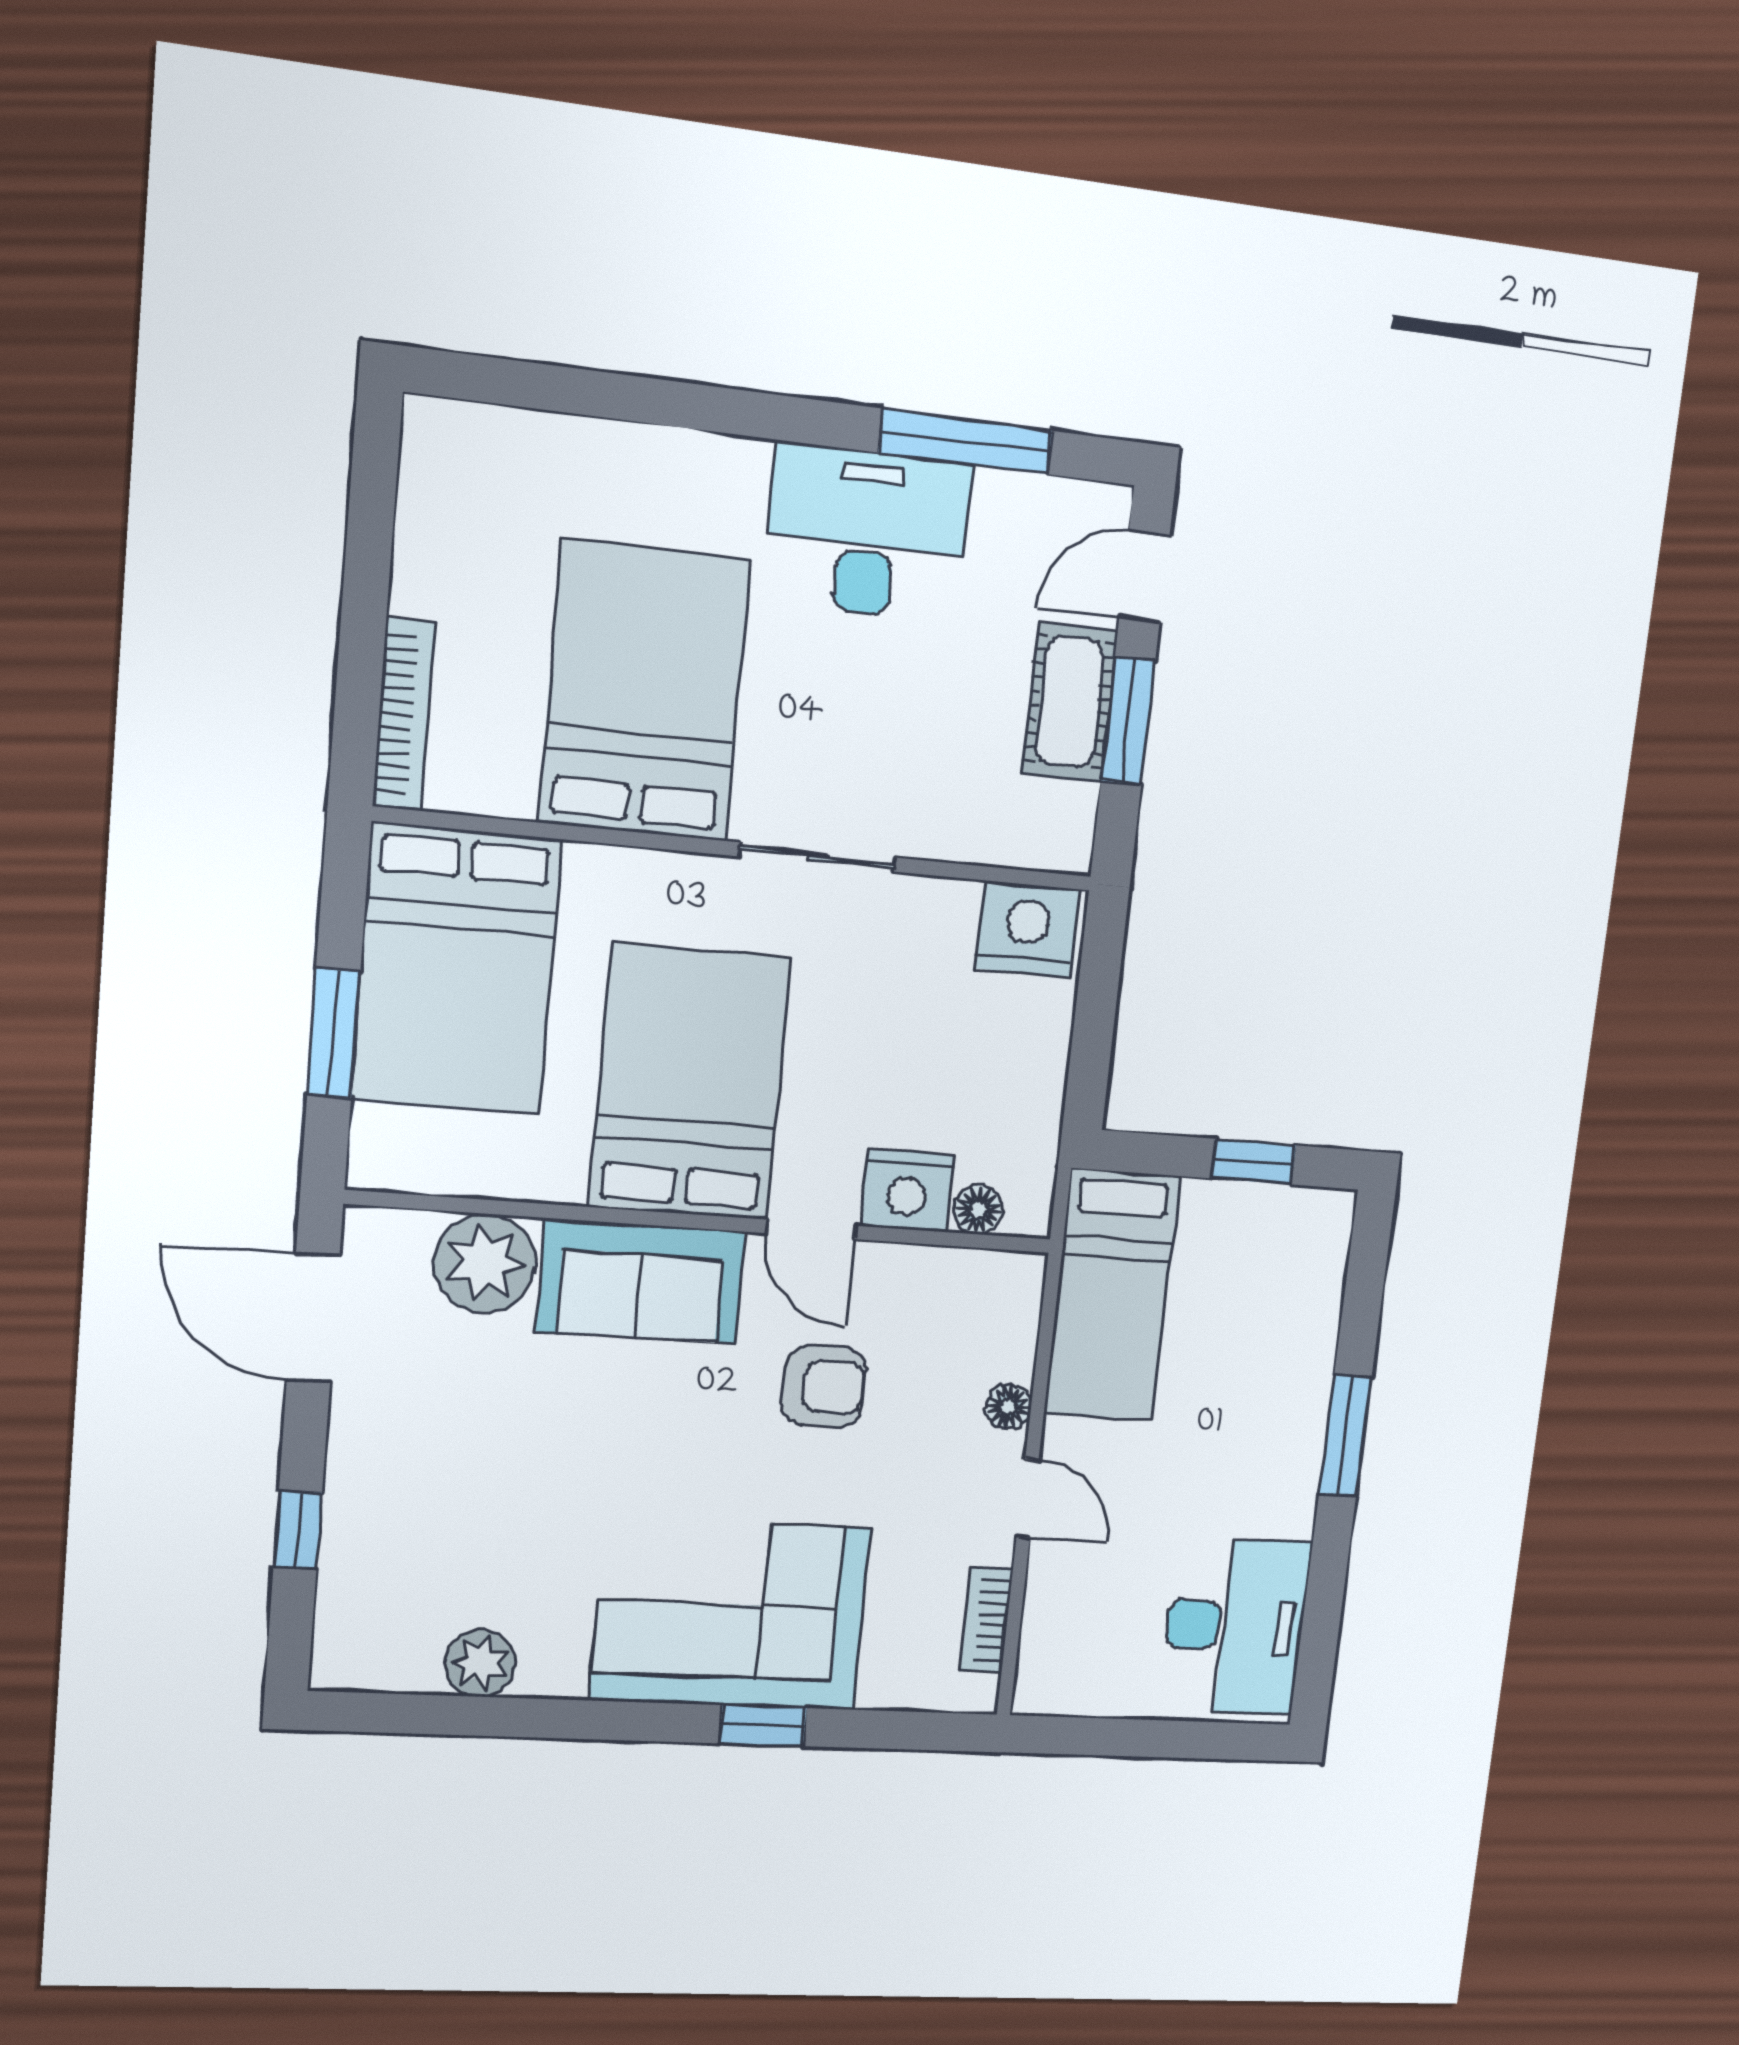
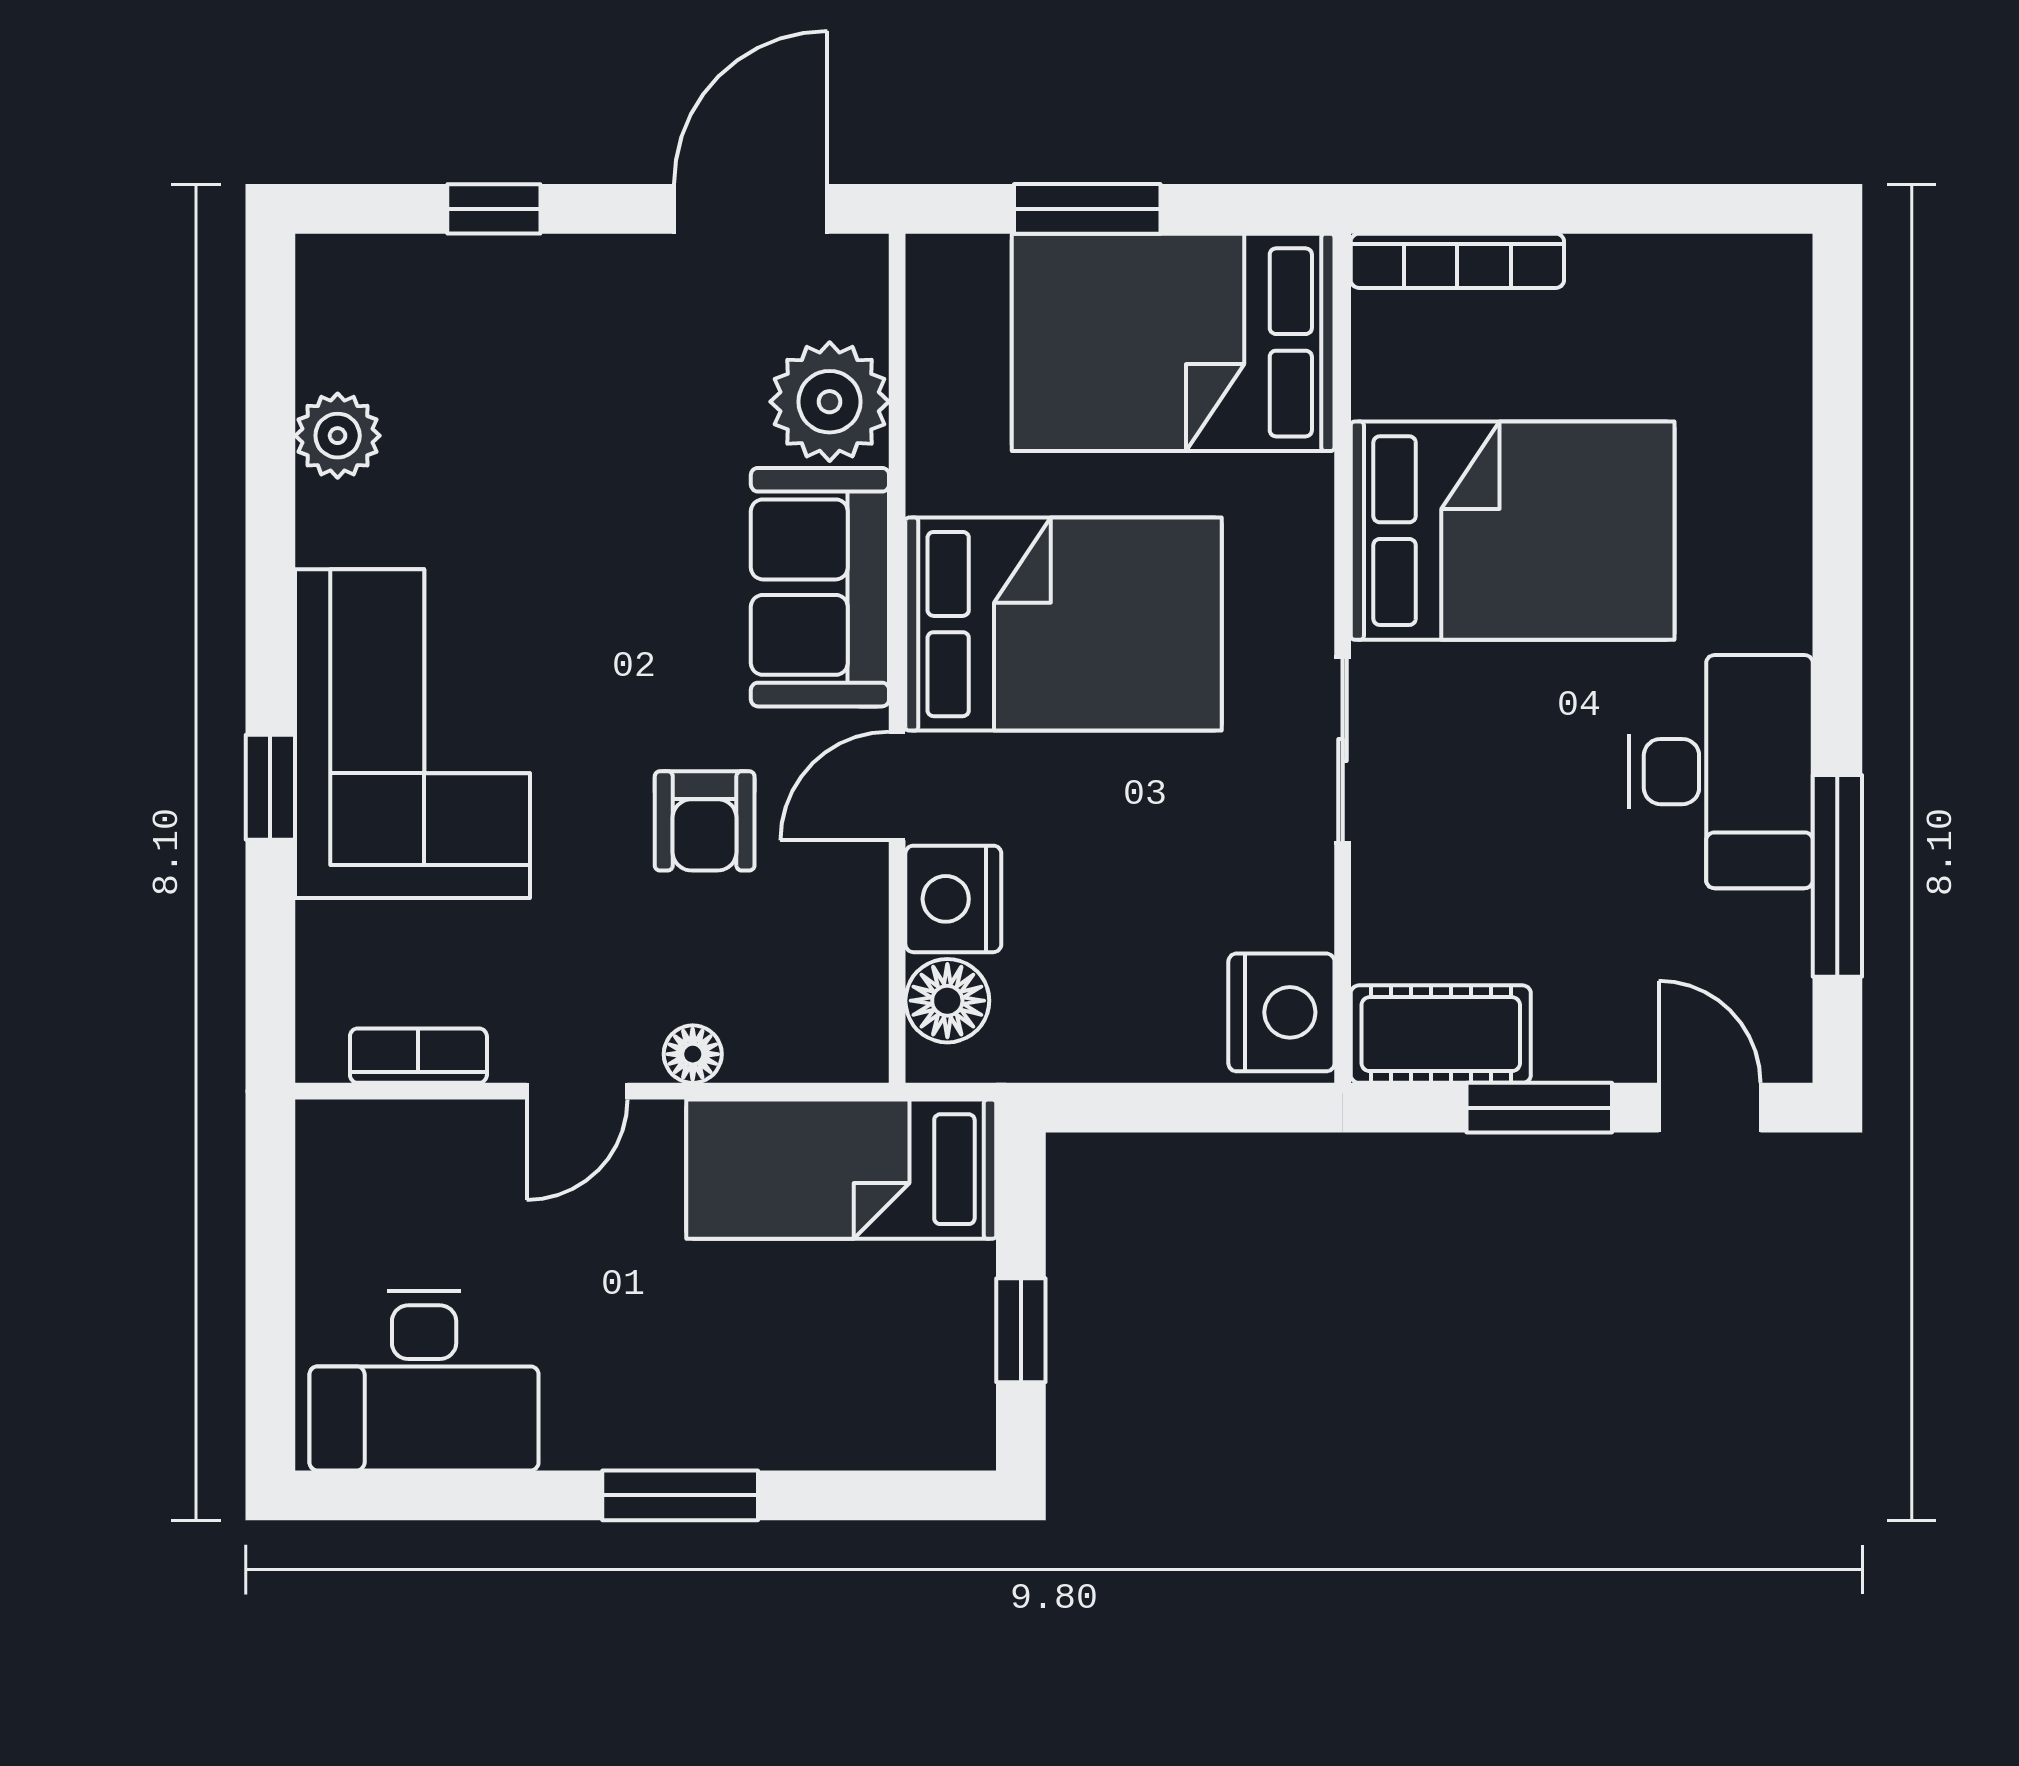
cot: (1070, 702) -> (1441, 1034), moved
floor lamp: (978, 1210) -> (947, 1001), width x1.37, depth x1.37

